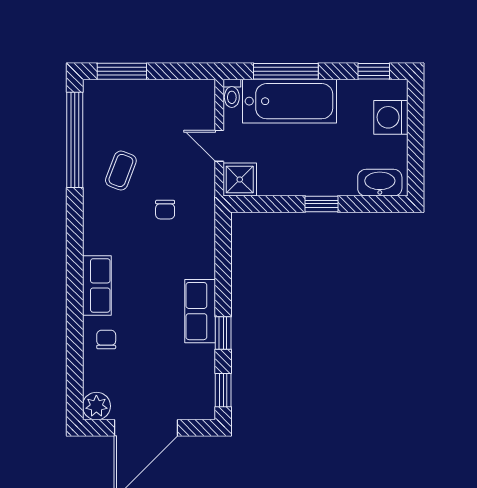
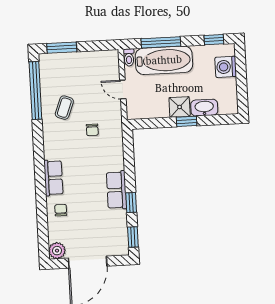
shower: (240, 180) -> (180, 107), moved
washbasin: (380, 183) -> (204, 108), moved

